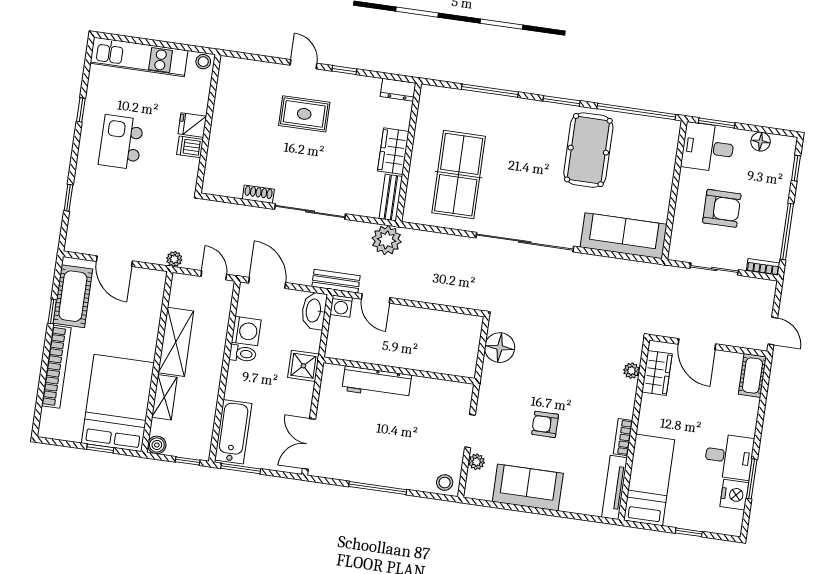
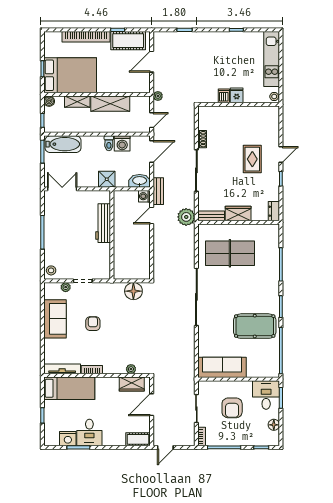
kitchen island: (121, 142) -> (221, 56), removed
sofa: (624, 236) -> (222, 367), moved, turned -90

